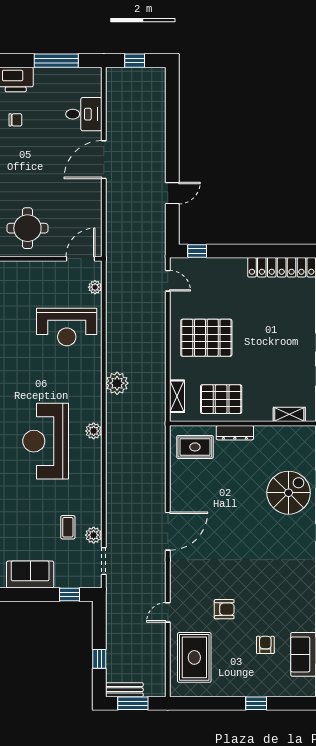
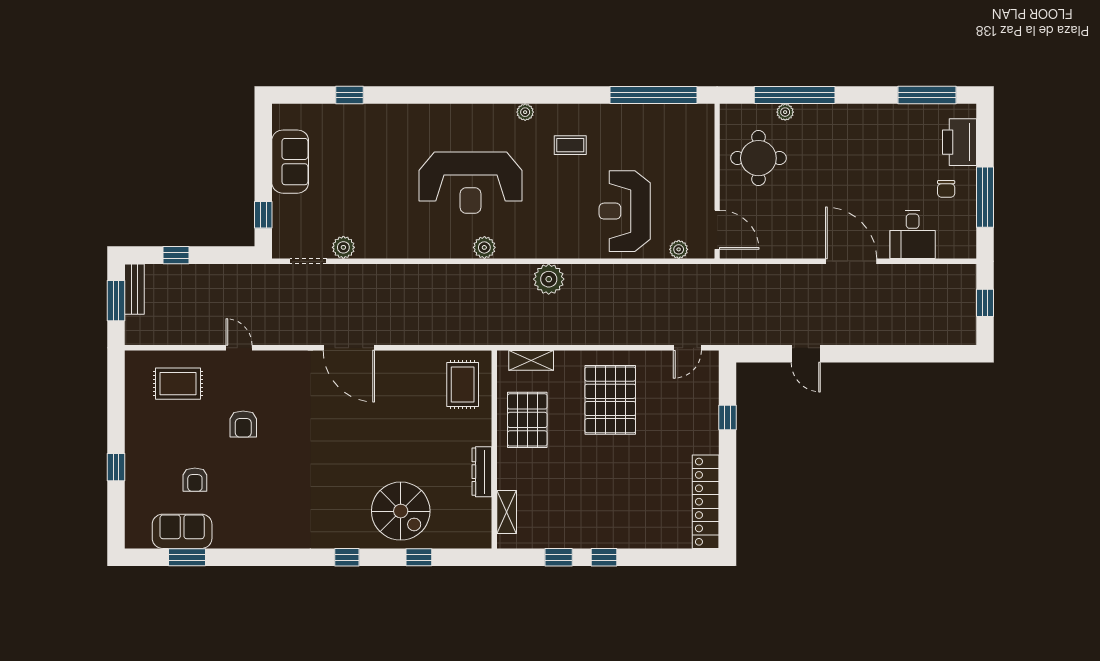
chair: (15, 120) -> (946, 189), moved
window: (197, 251) -> (727, 418), moved
dresser: (235, 433) -> (482, 472), moved
reception desk: (46, 441) -> (471, 183), turned 180
coffee table: (68, 527) -> (570, 145), moved
armchair: (265, 645) -> (195, 480), turned 90
rug: (194, 657) -> (178, 384), width x0.73, depth x0.70

